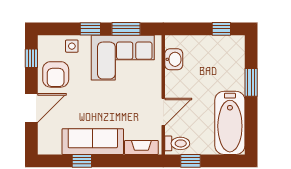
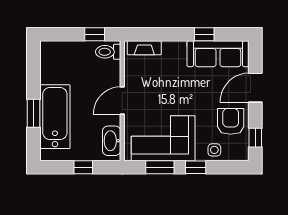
window: (221, 29) -> (83, 167), moved
washbasin: (174, 59) -> (112, 141), width x1.38
door: (163, 112) -> (122, 100), moved
bathtub: (230, 123) -> (55, 117), moved
sofa: (93, 142) -> (218, 54), moved

